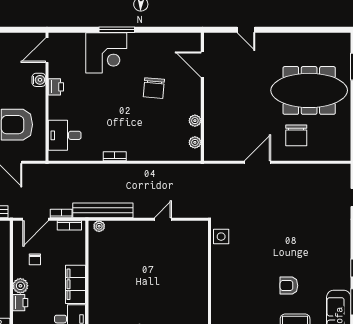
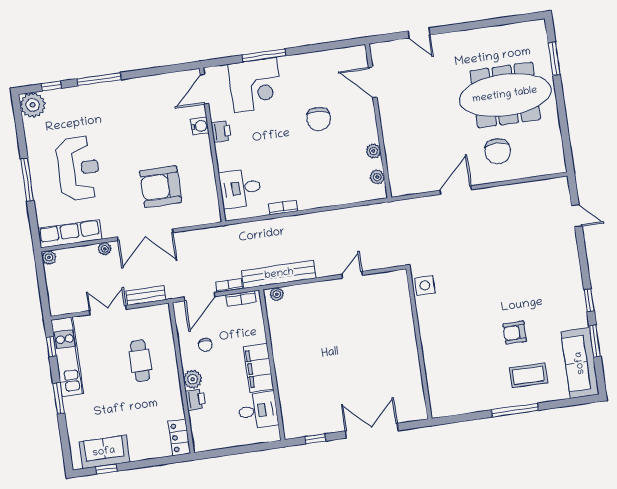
door: (47, 50) -> (204, 89), moved
water cooler: (39, 80) -> (200, 126), moved
printer: (56, 87) -> (221, 131), moved
wall: (47, 97) -> (212, 145), moved
desk: (65, 135) -> (240, 188), moved

